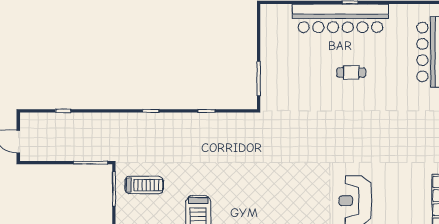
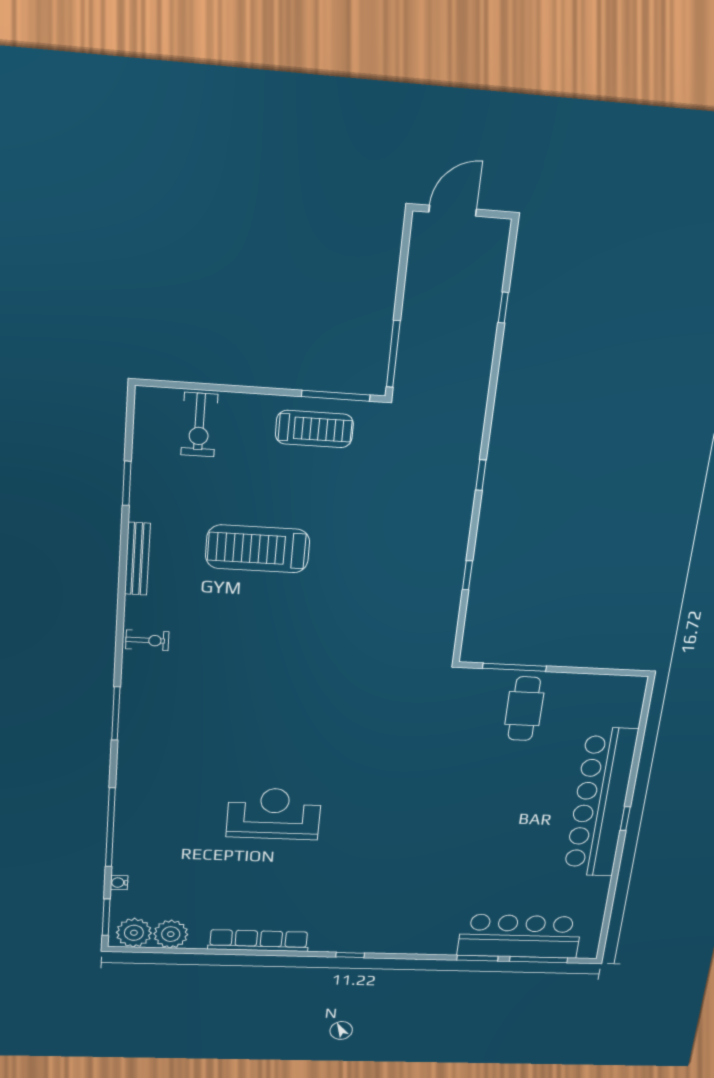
cafe table: (351, 73) -> (524, 709), moved, width x1.37, depth x1.35
treadmill: (144, 185) -> (314, 429), moved, turned -90

